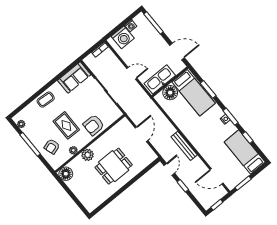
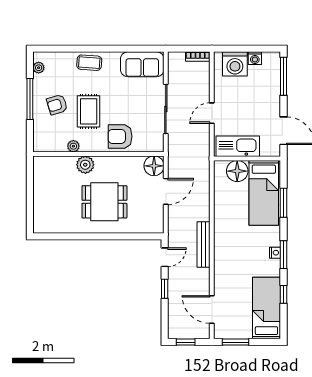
door: (132, 73) -> (212, 113), swing flipped
armchair: (52, 147) -> (57, 105), moved
floor lamp: (66, 174) -> (154, 166), moved

